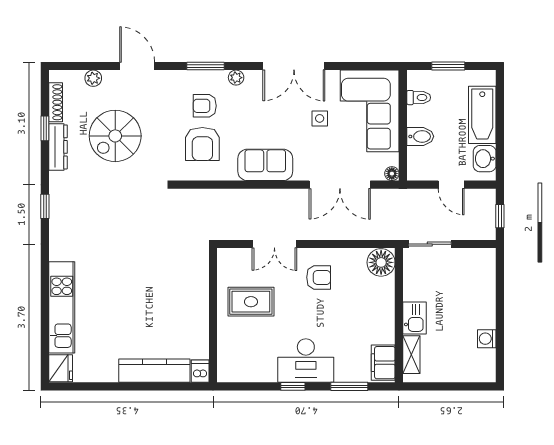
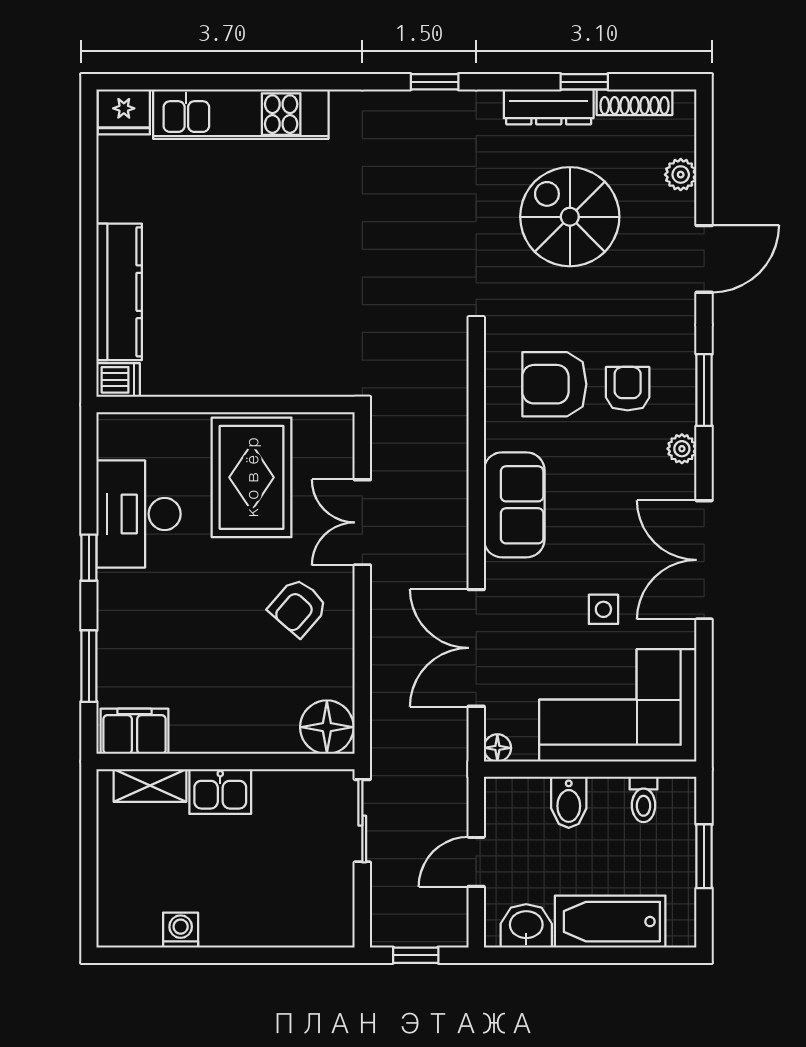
armchair: (319, 277) -> (298, 607), turned 41
rug: (251, 302) -> (252, 477), width x1.36, depth x1.43
desk: (306, 361) -> (139, 514), moved

